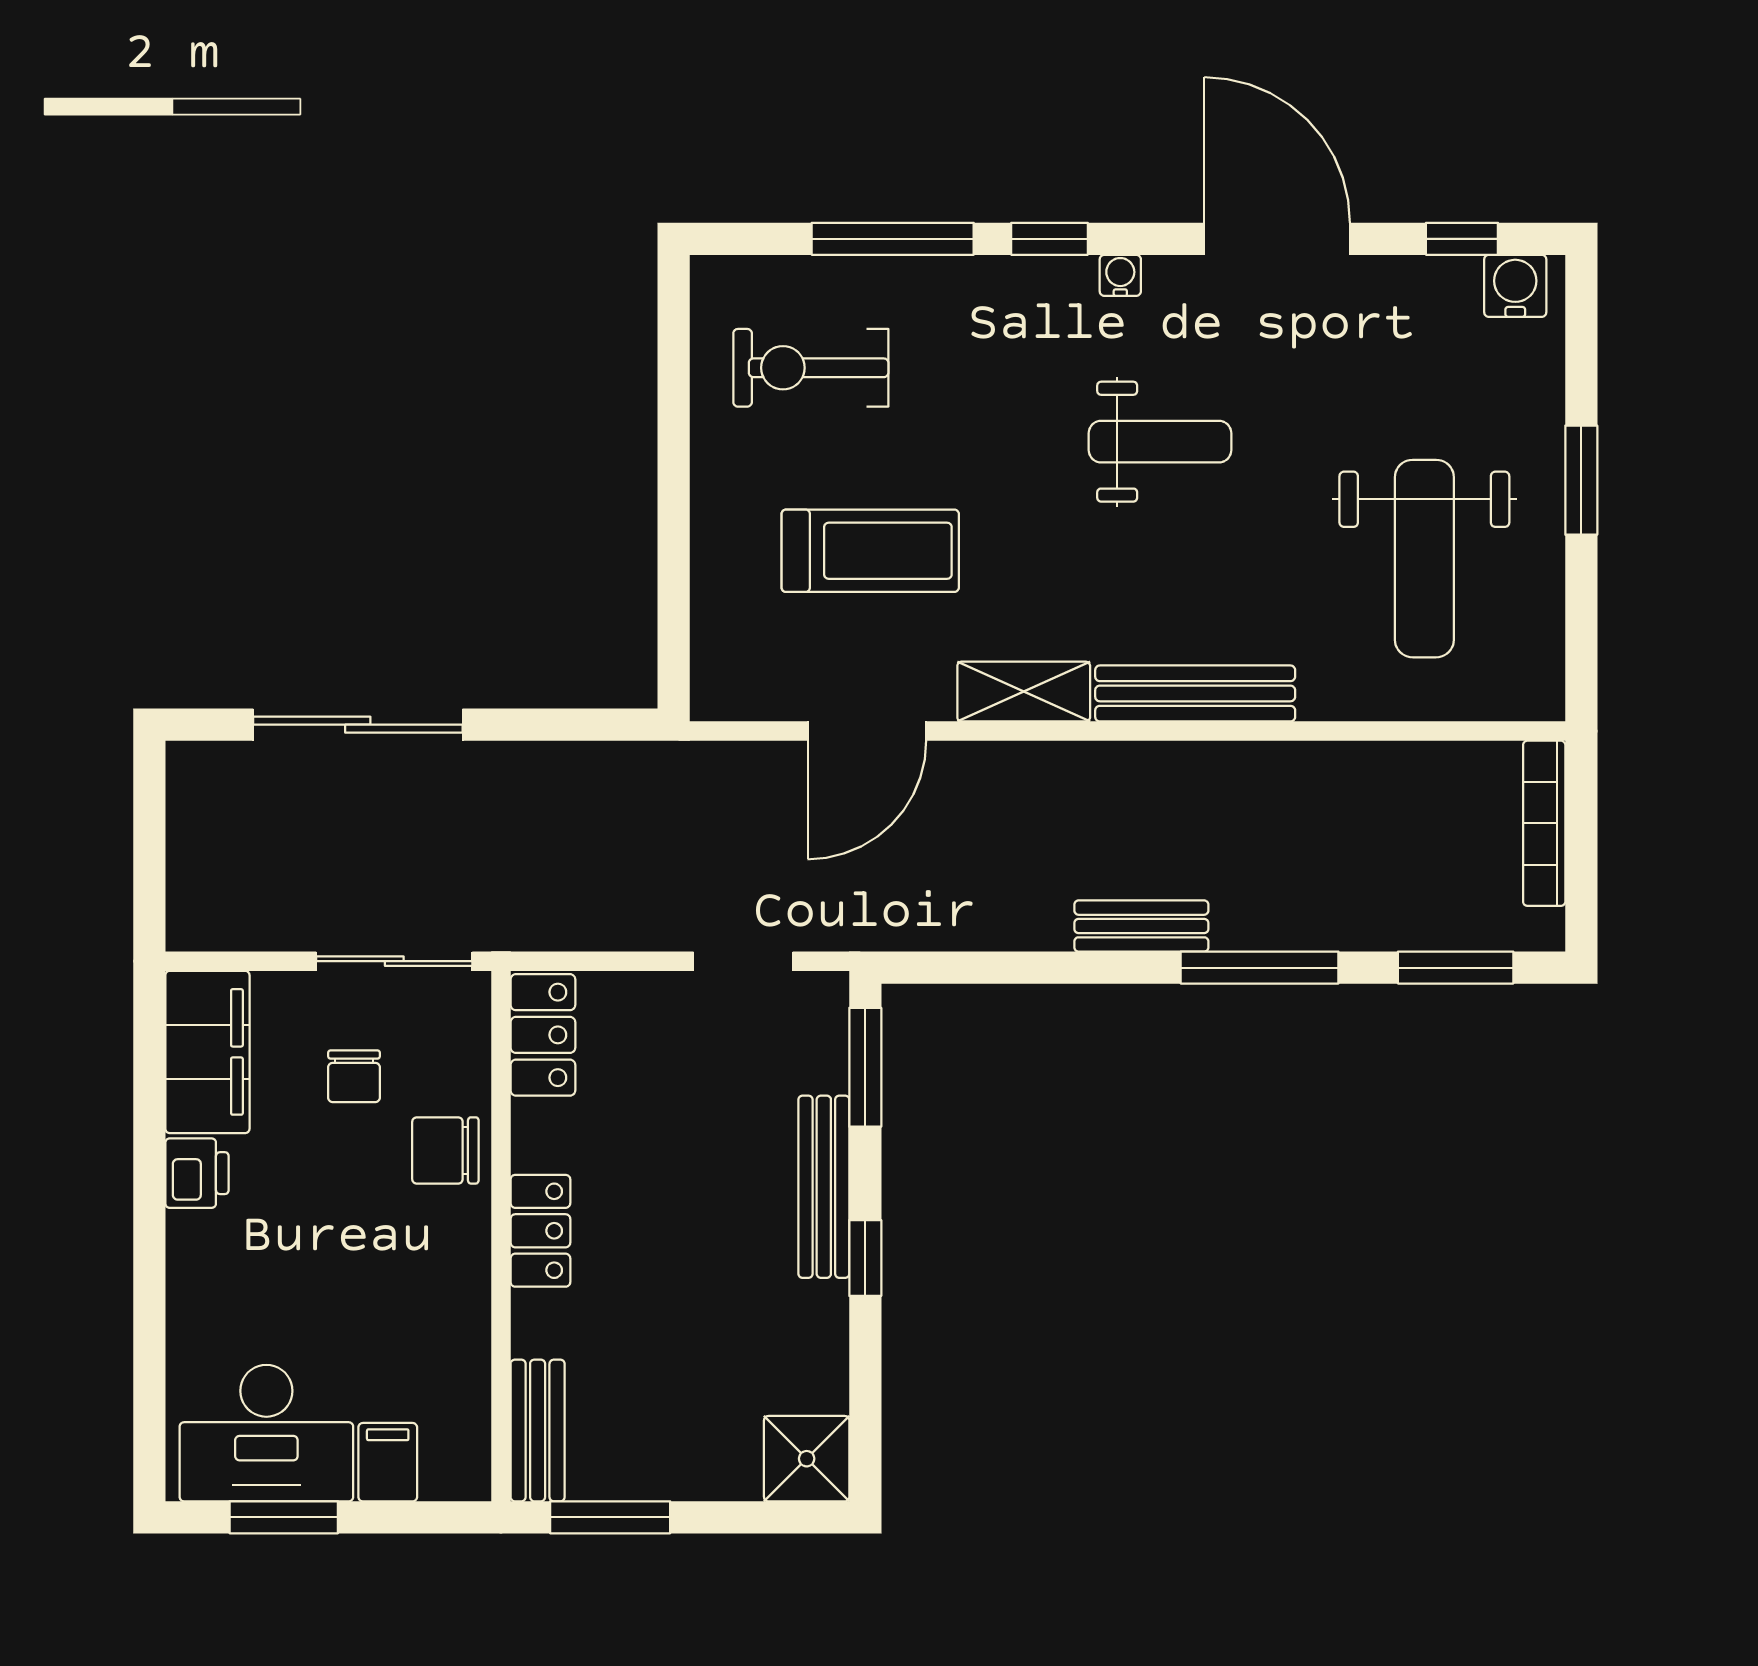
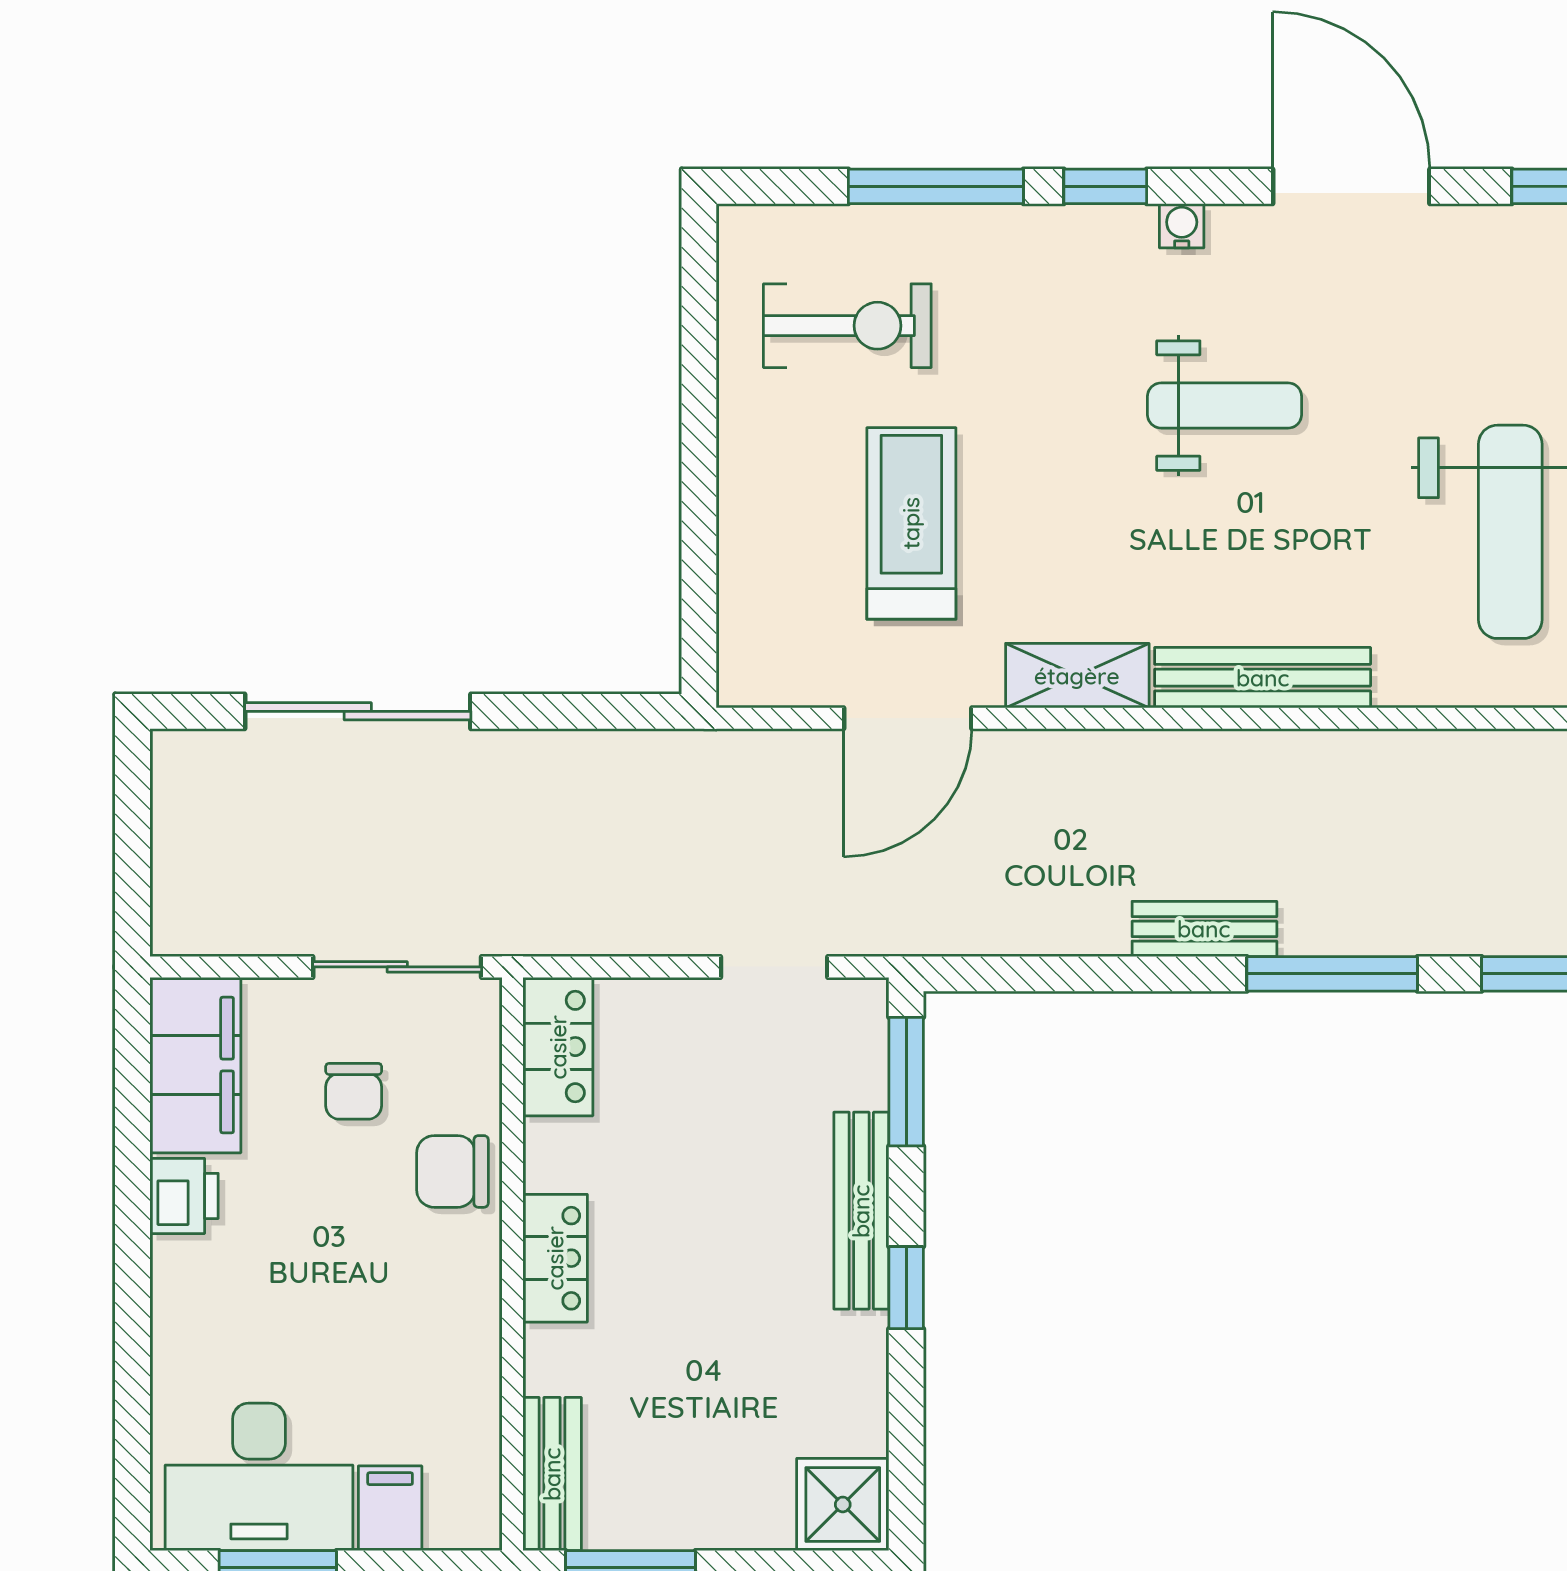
exercise bike: (811, 368) -> (847, 326), turned 180
treadmill: (870, 551) -> (911, 523), turned -90

